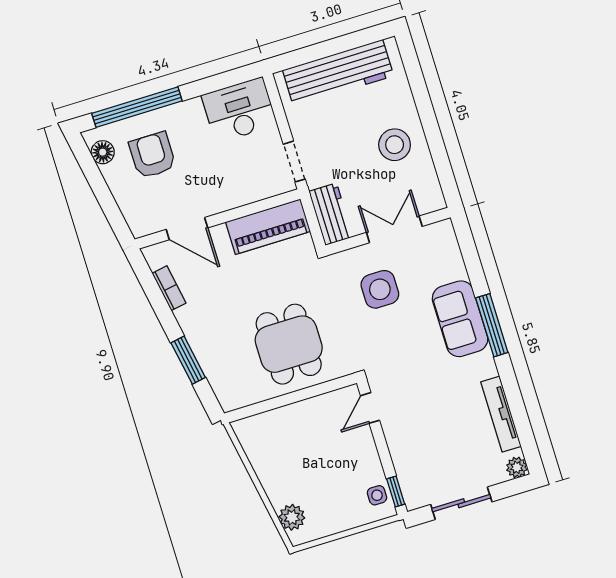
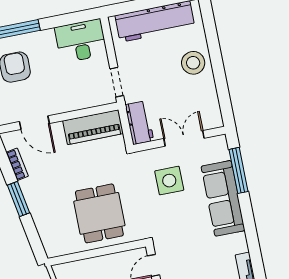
stool: (395, 145) -> (193, 63), moved
sofa: (460, 319) -> (223, 198), width x1.36
window: (492, 325) -> (239, 170), moved
window: (188, 360) -> (18, 199), moved

